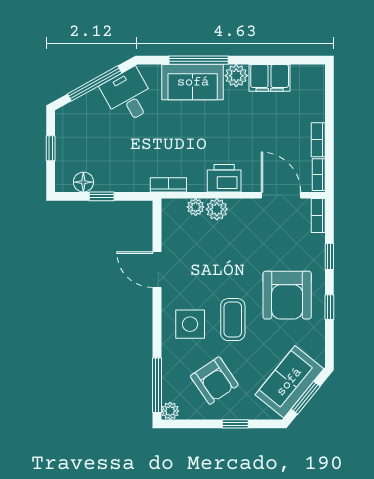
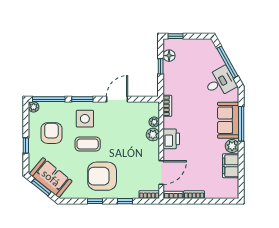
window: (51, 148) -> (175, 36), moved
window: (157, 328) -> (82, 99), added
armchair: (214, 381) -> (51, 133), turned 124

